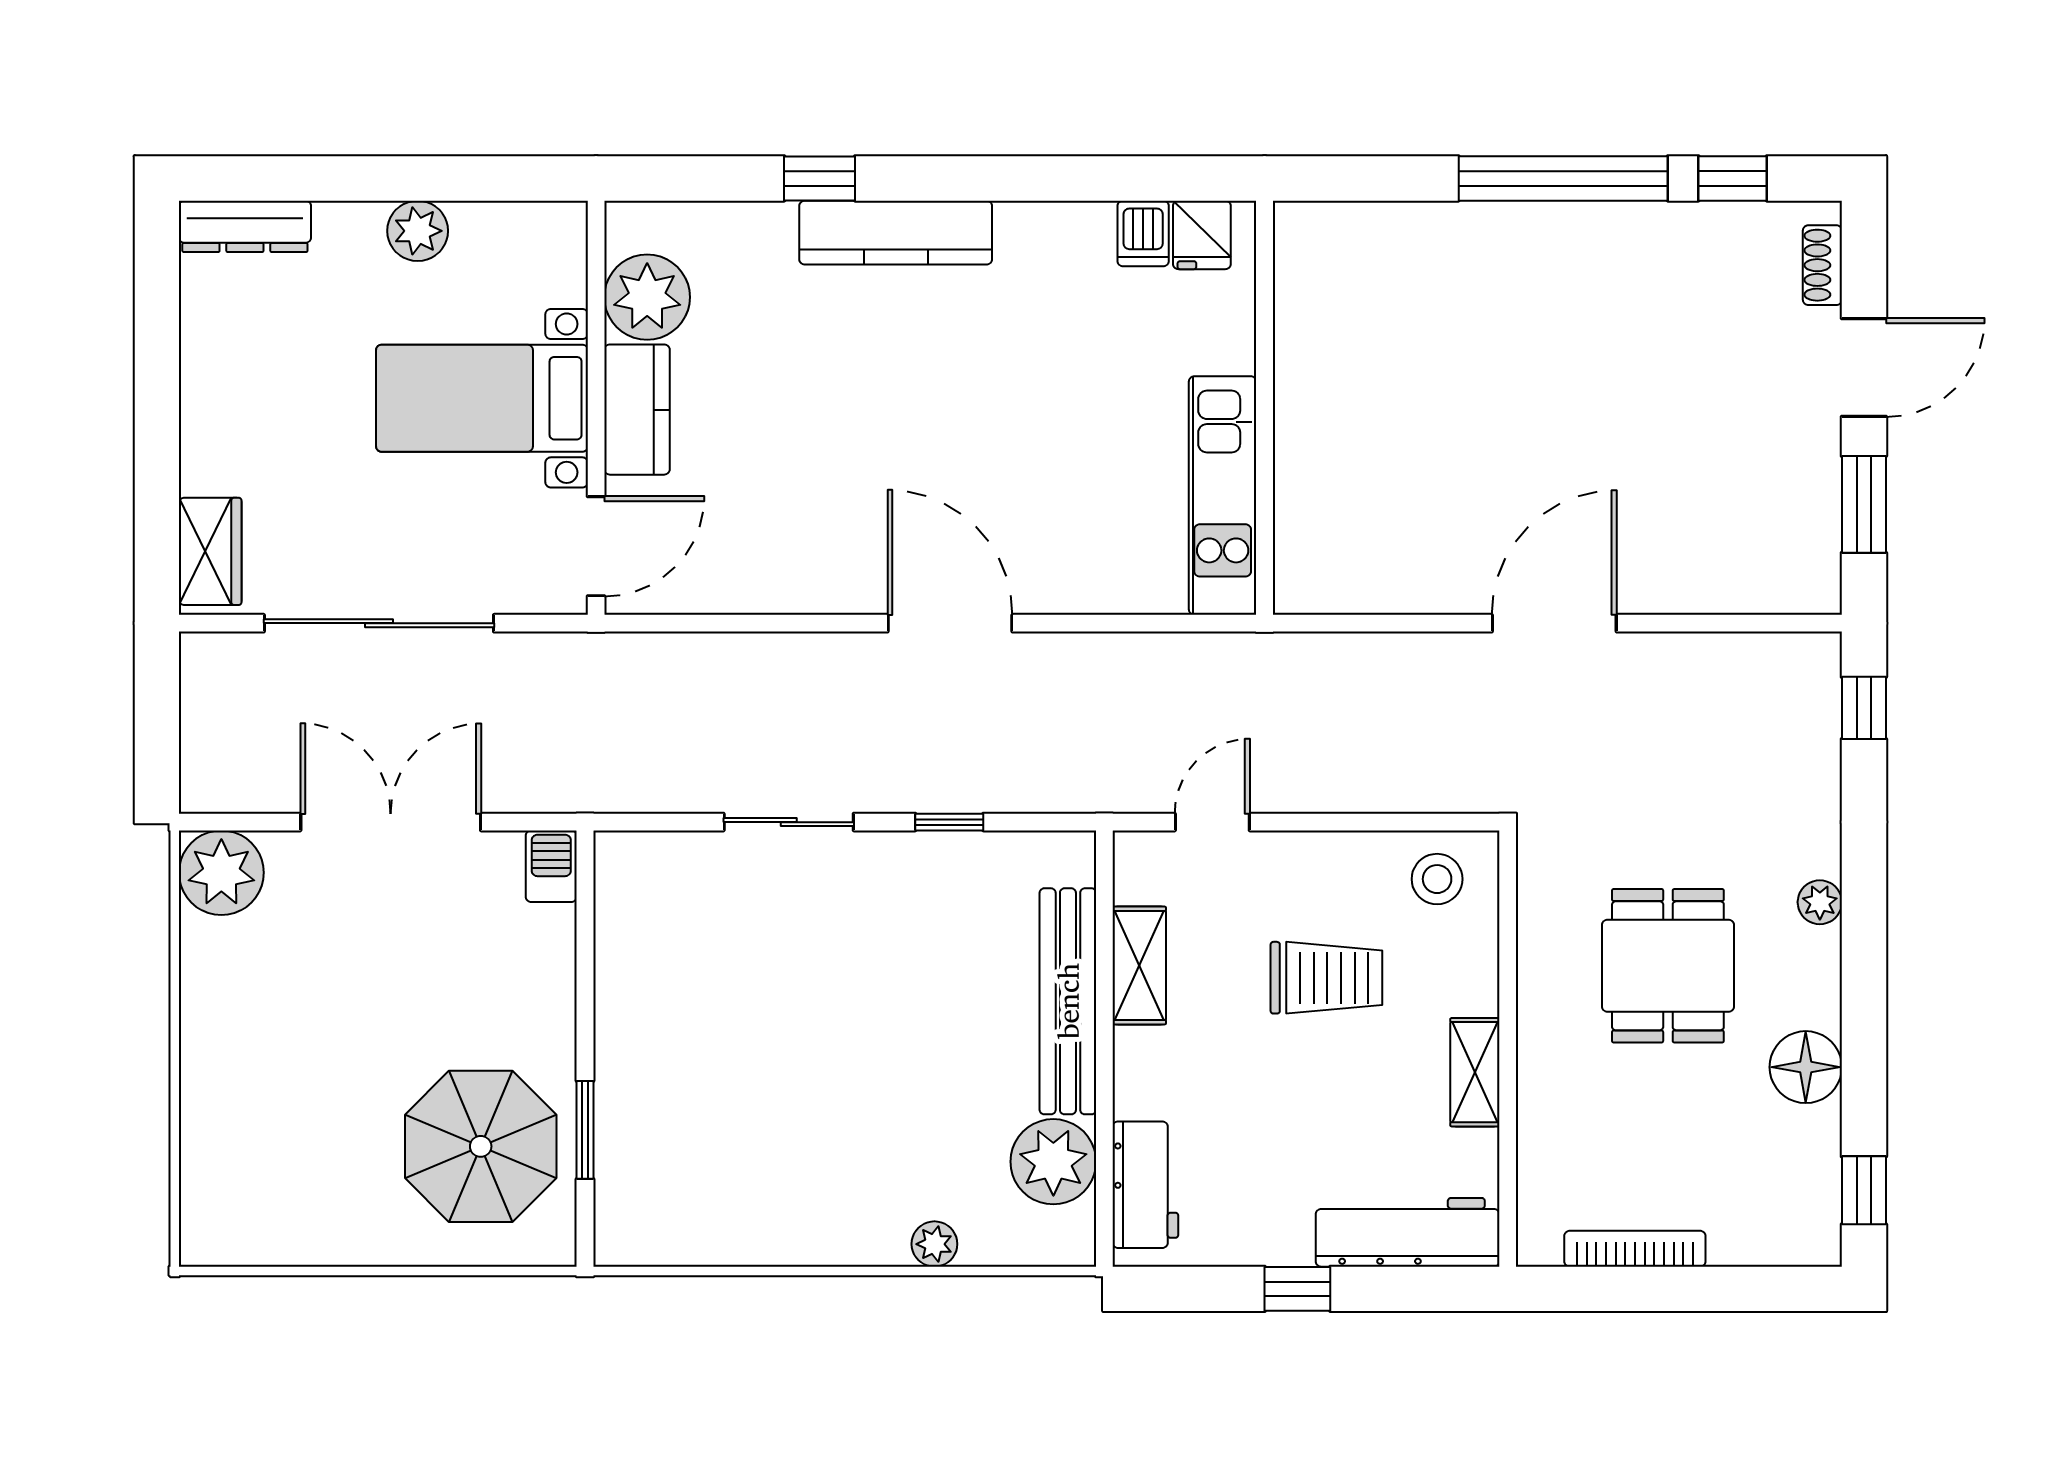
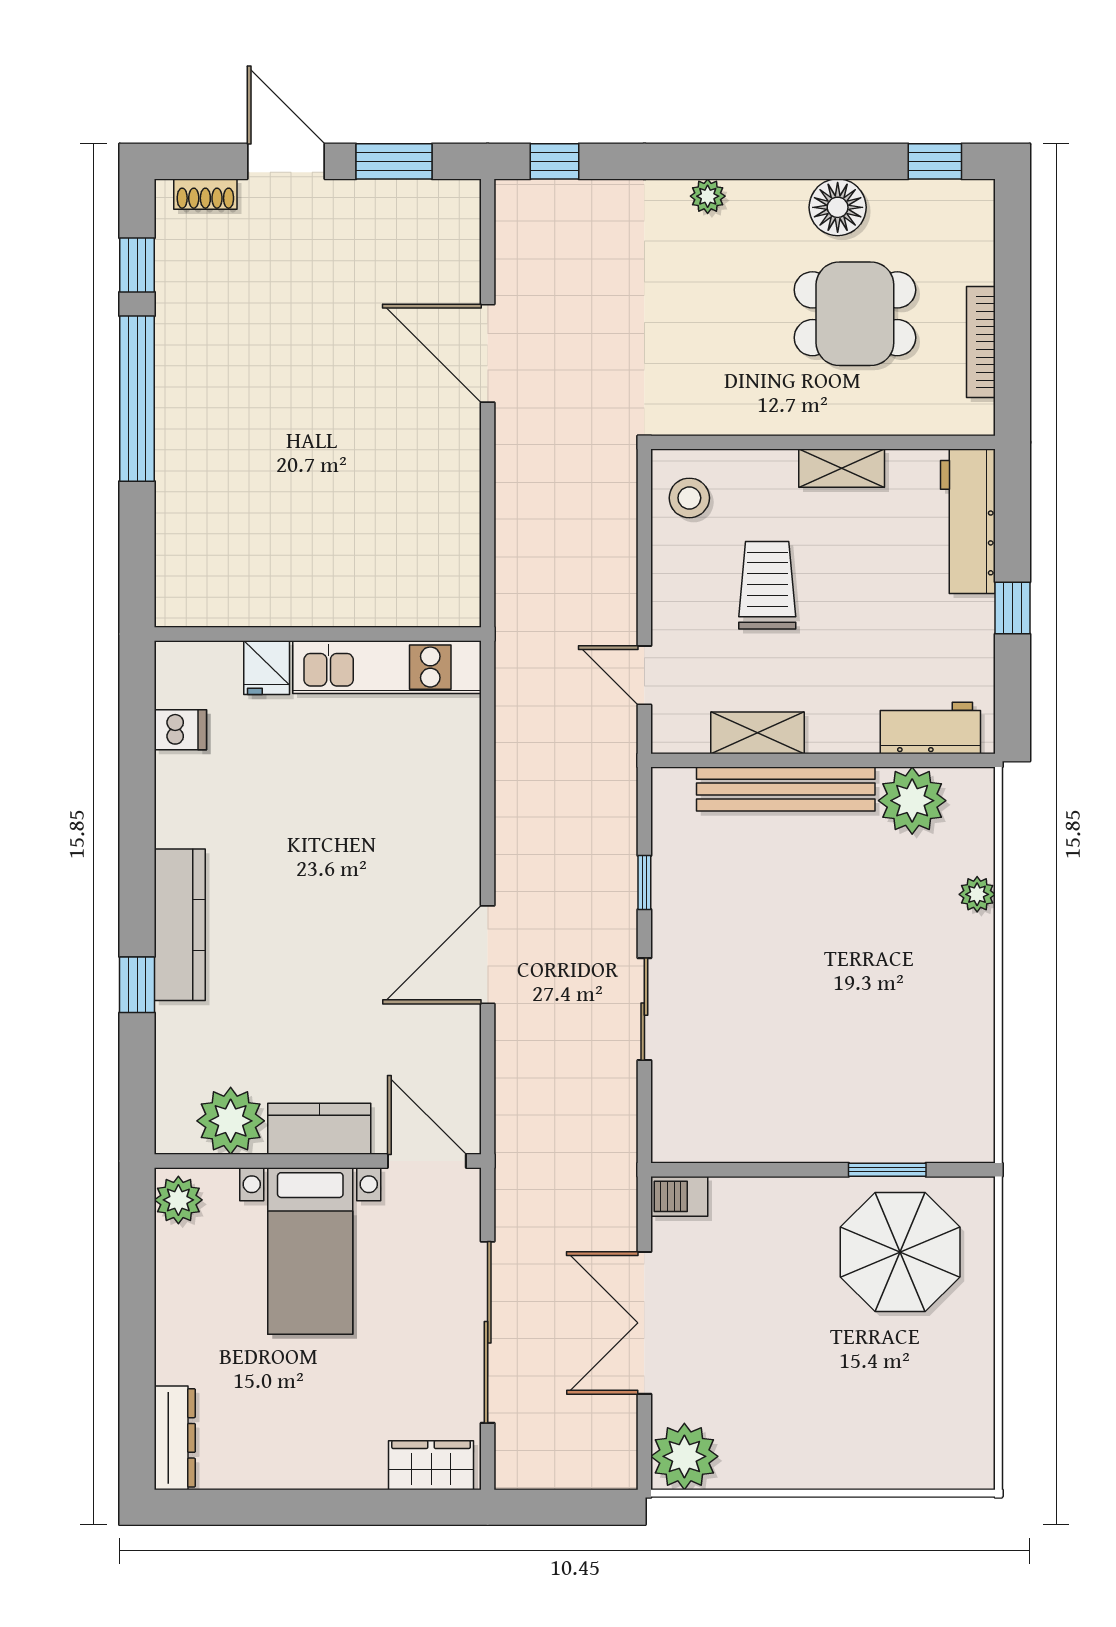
plant: (418, 231) -> (178, 1200), moved
fridge: (1202, 235) -> (267, 668), moved, turned 90
door: (950, 623) -> (488, 955), moved
door: (1554, 623) -> (488, 353), moved
dining table: (1668, 966) -> (855, 314), moved

